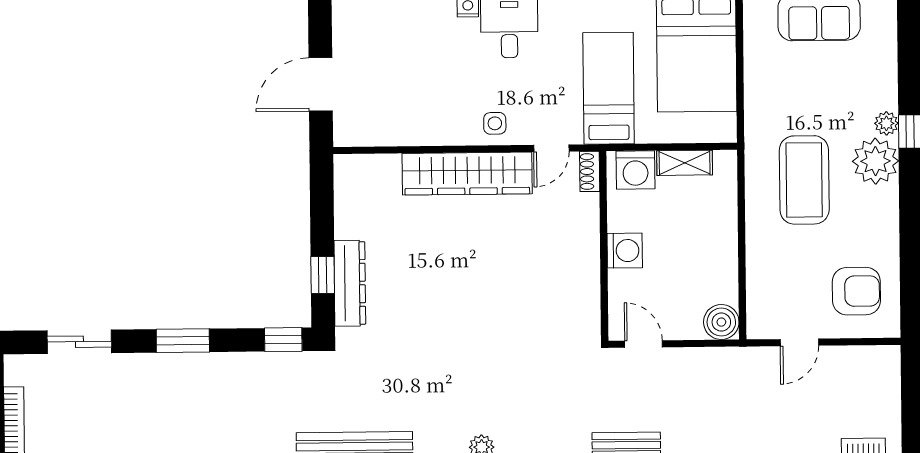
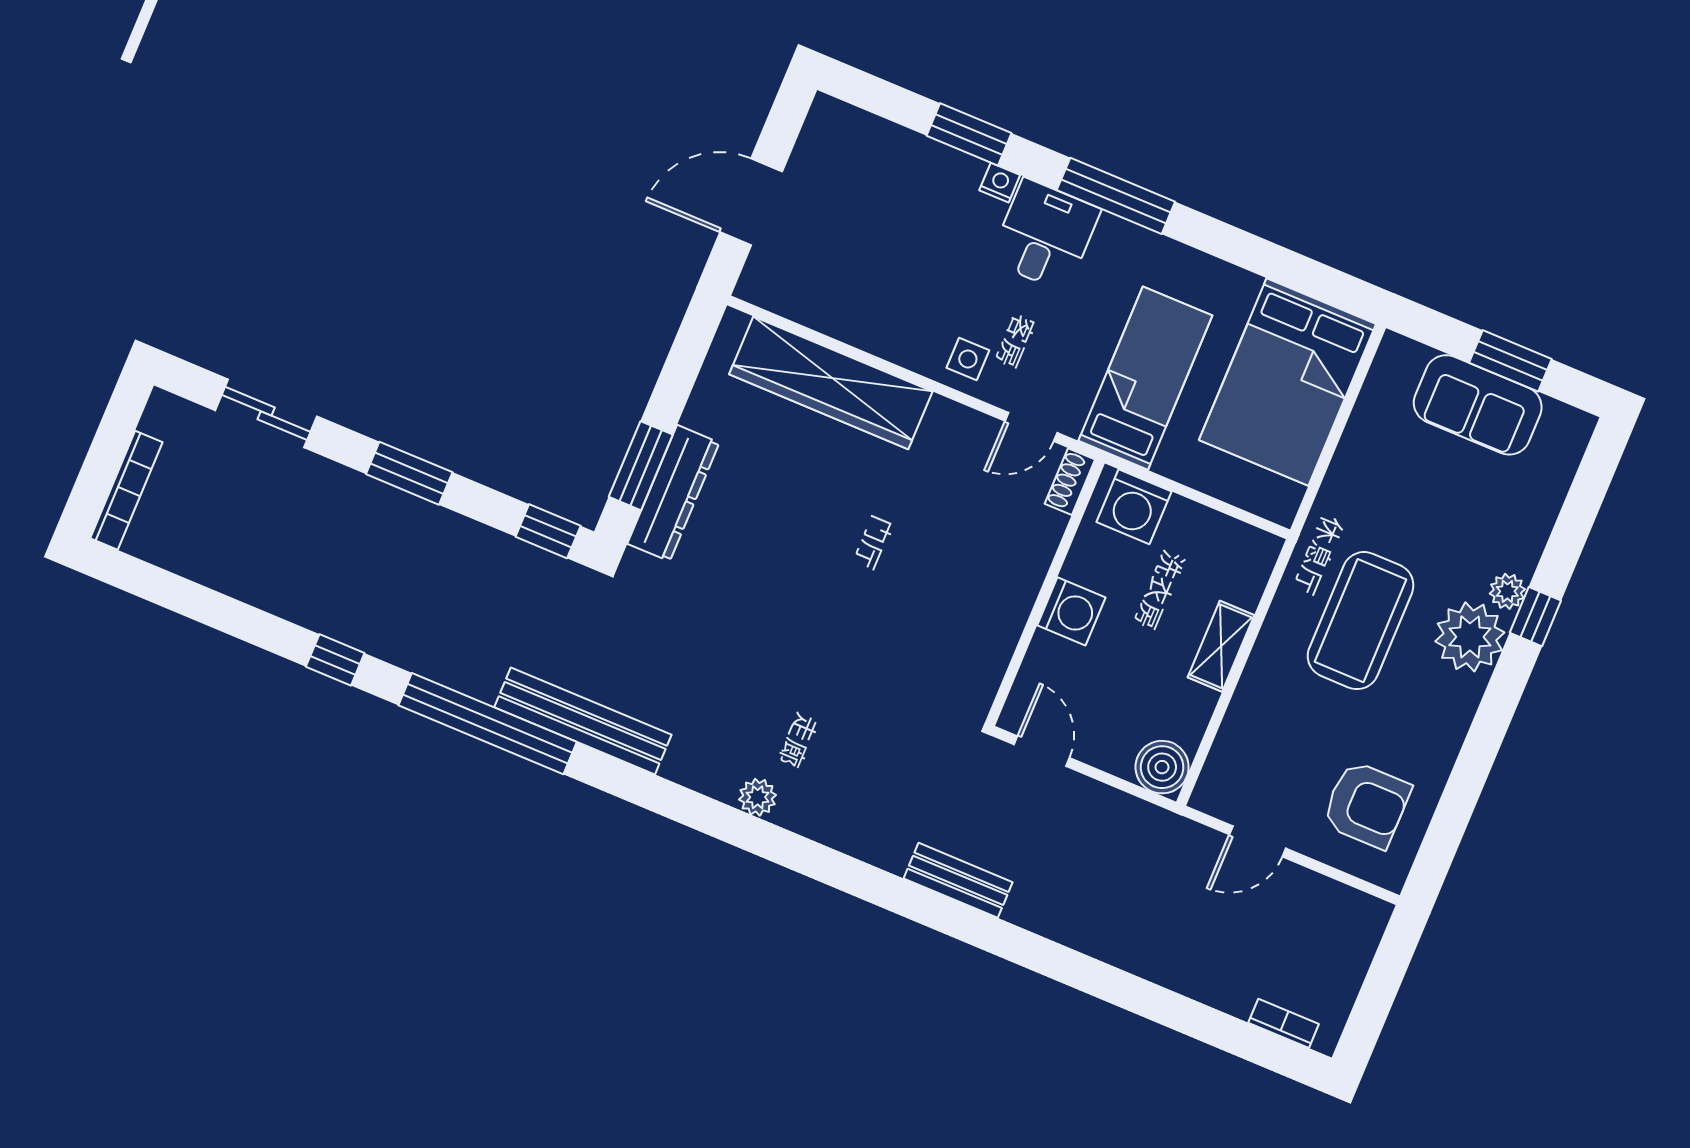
shelving: (685, 163) -> (1221, 646), moved, turned 90
wardrobe: (467, 174) -> (831, 383), moved
window: (323, 275) -> (641, 466), width x1.50

